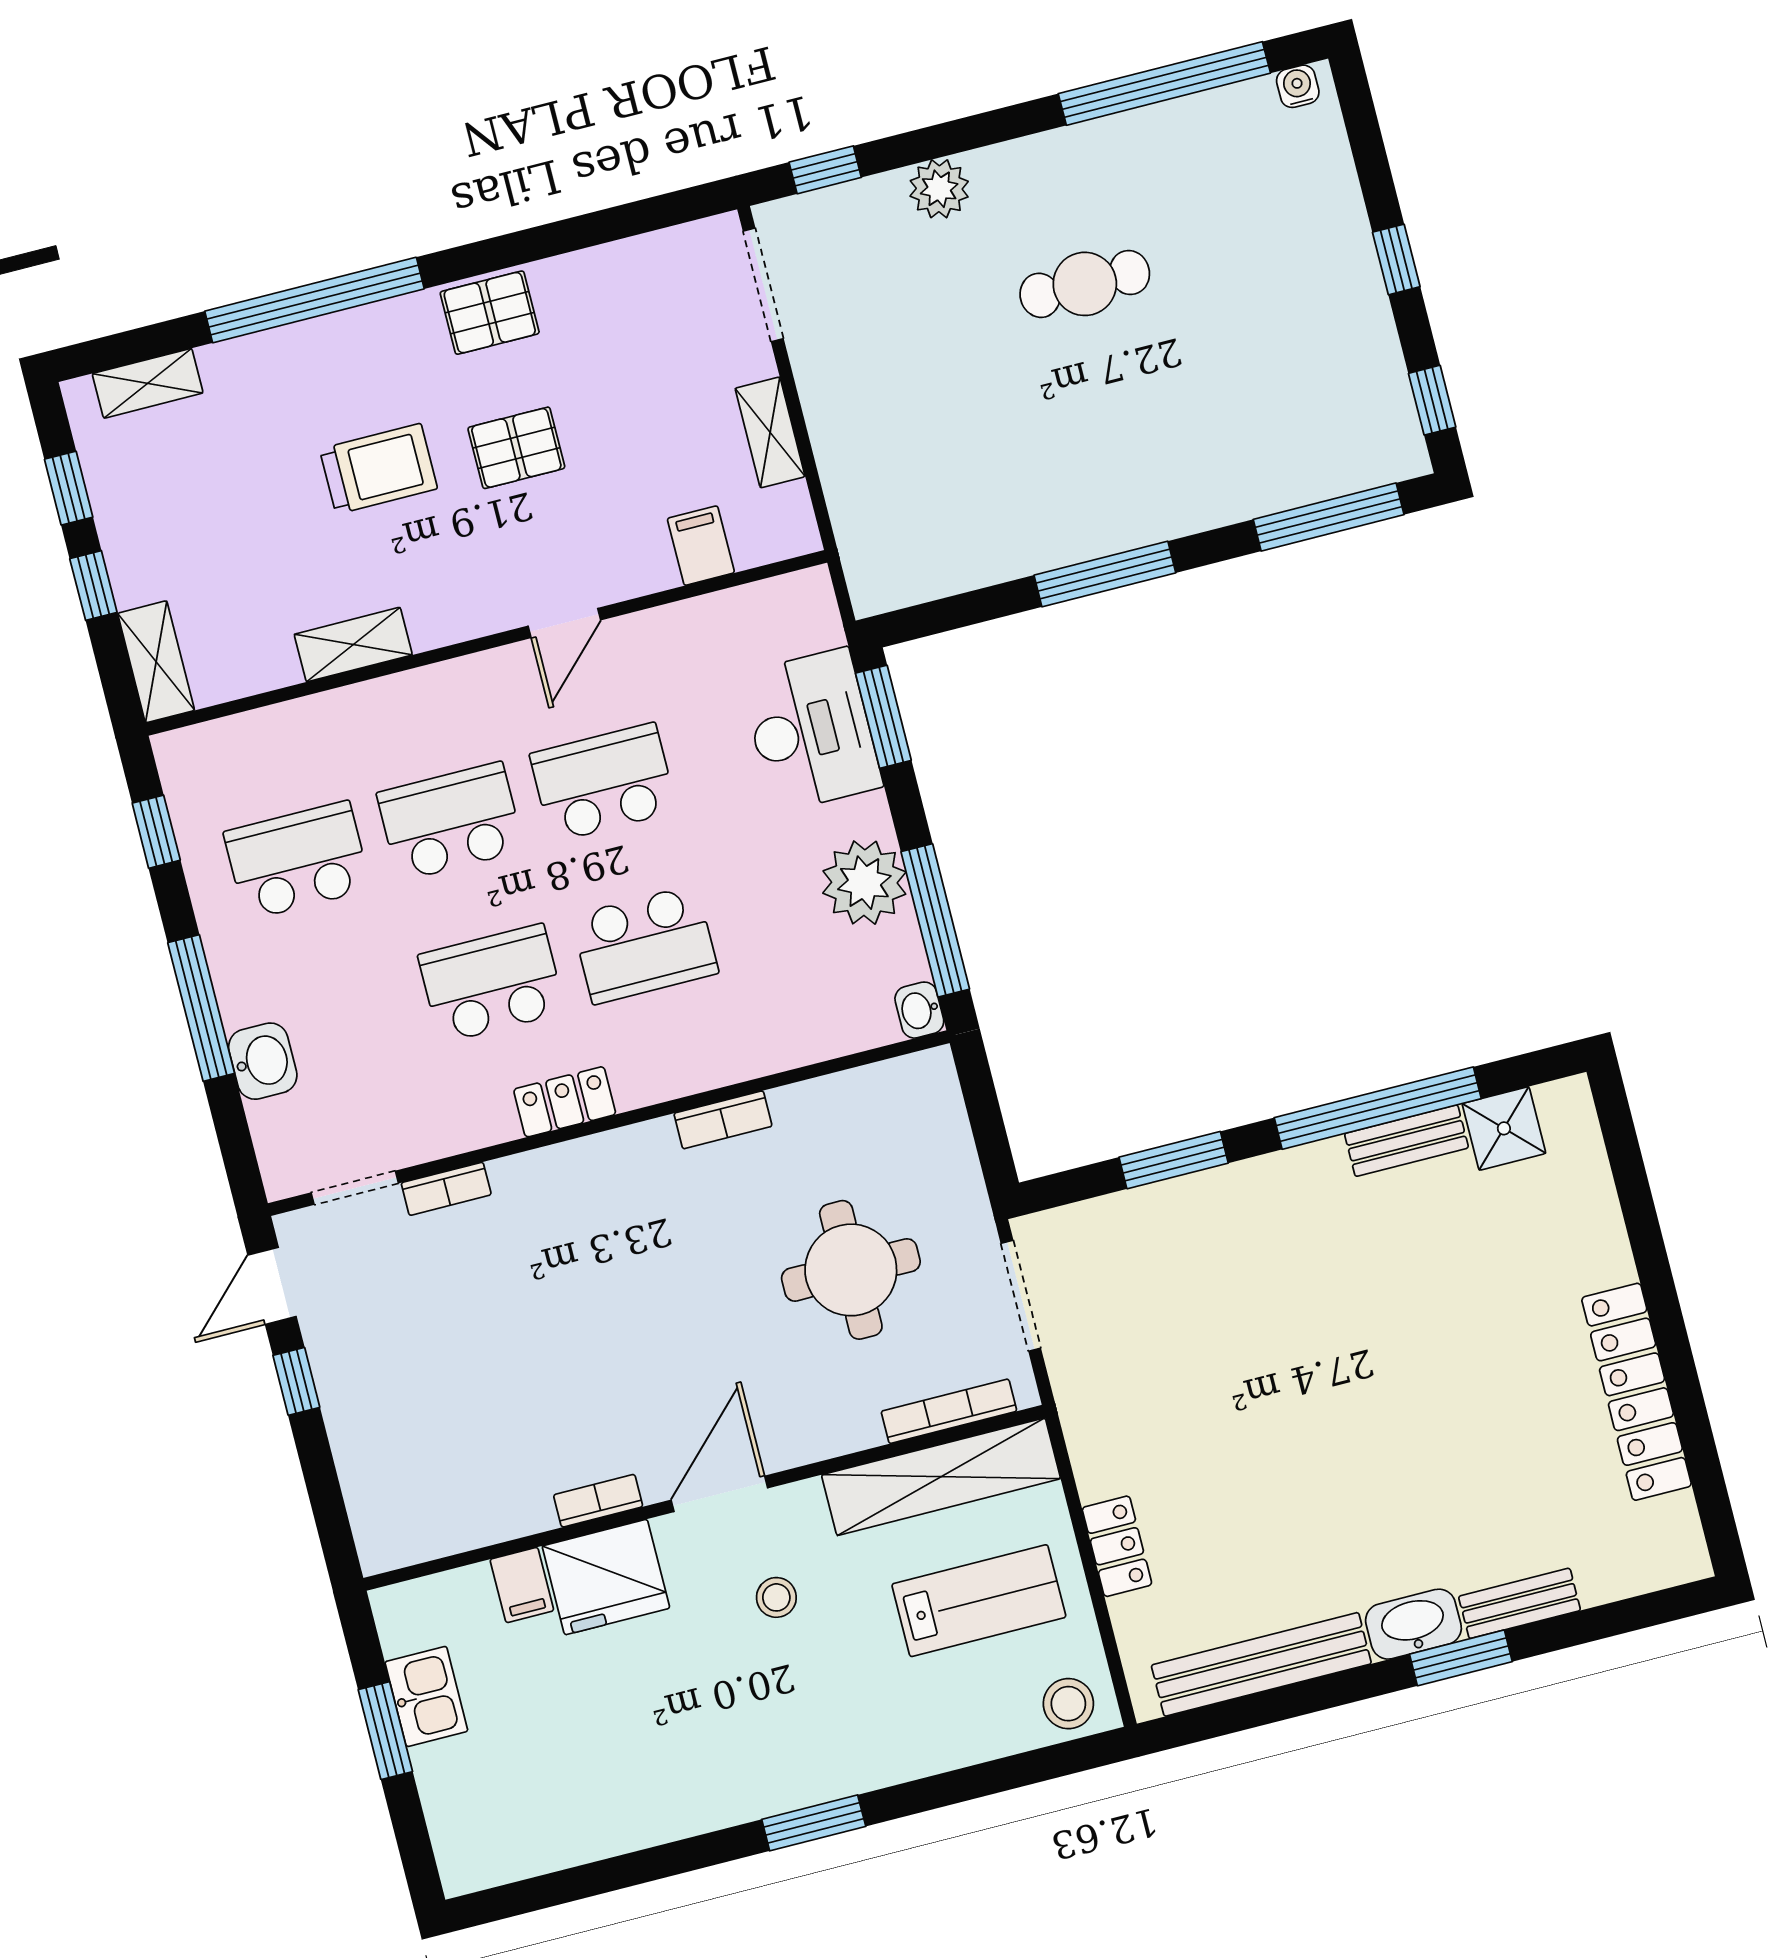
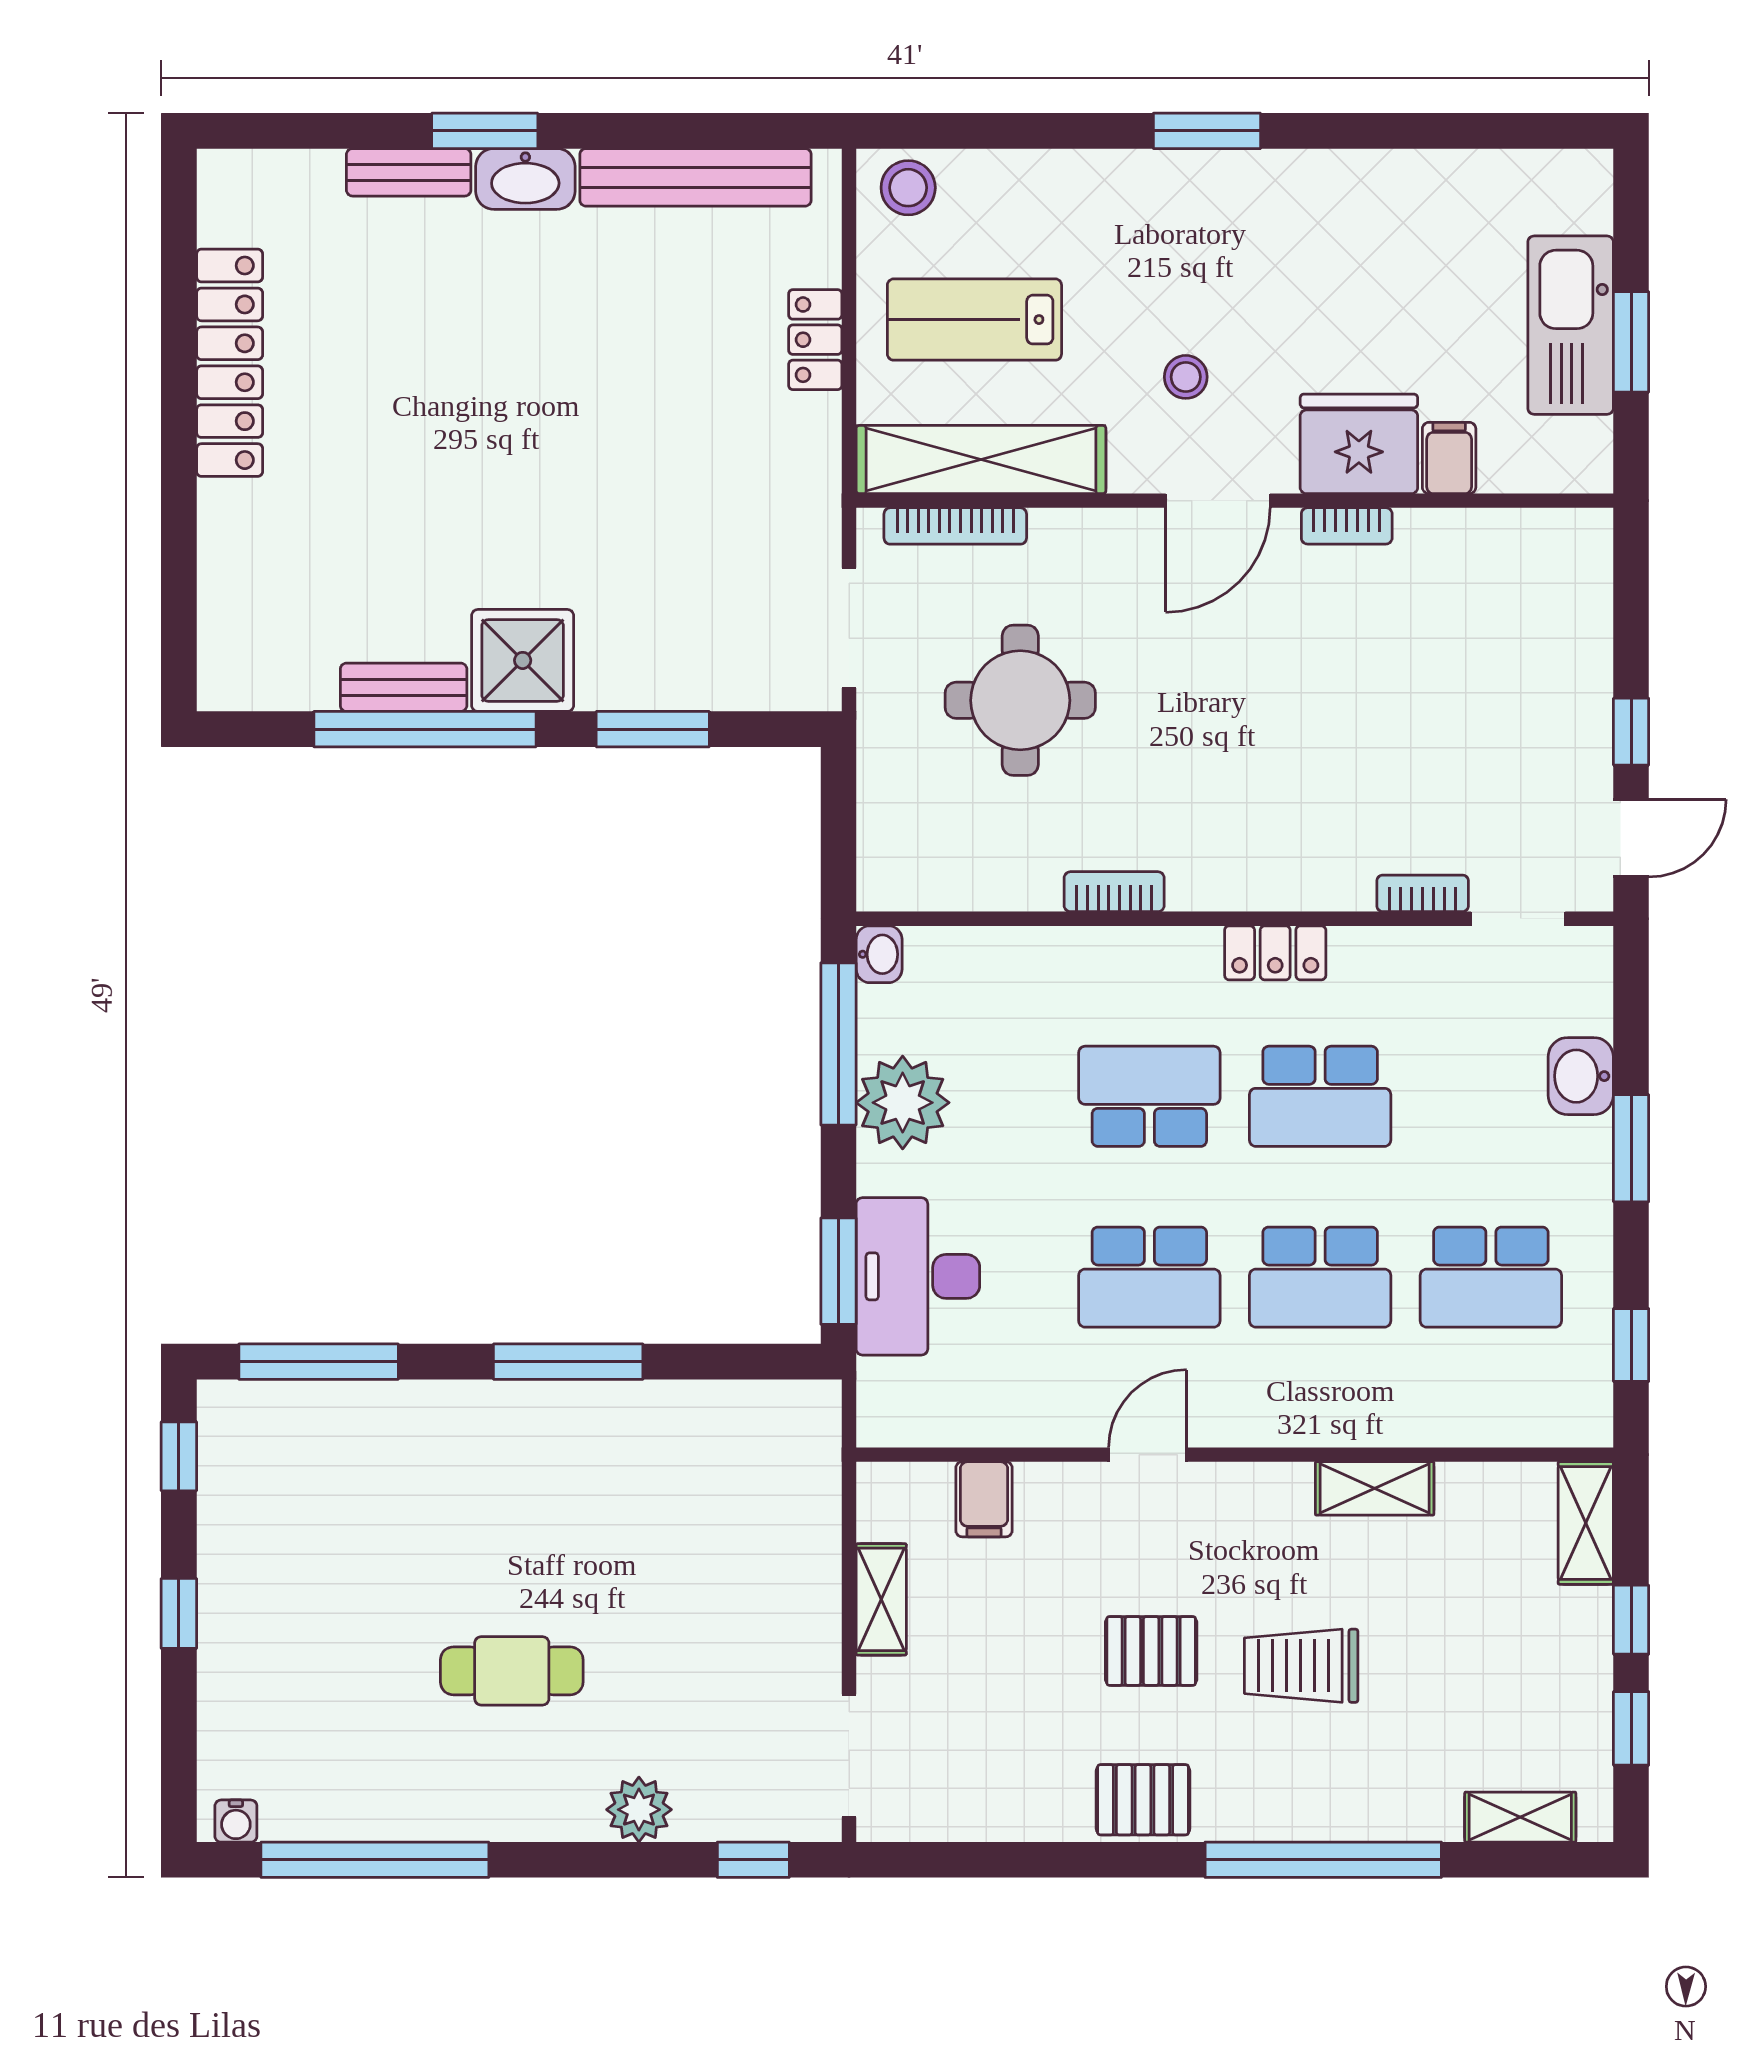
window: (201, 1008) -> (1631, 1148), width x0.69
shower: (1504, 1128) -> (523, 660), moved, width x1.36, depth x1.36
kitchen sink: (426, 1696) -> (1571, 325), width x1.87, depth x1.24

